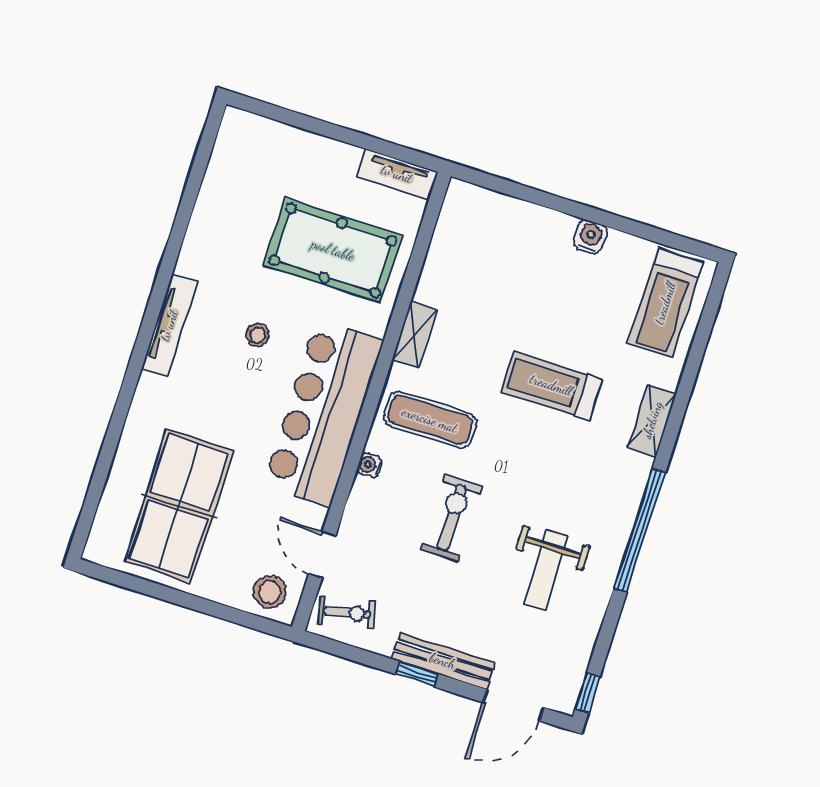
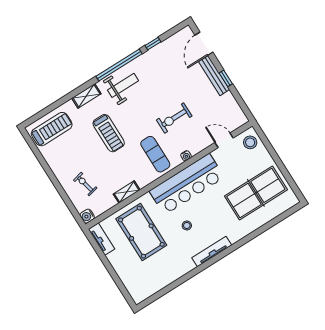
water cooler: (590, 237) -> (87, 216), moved
shelving: (414, 335) -> (127, 192), moved
door: (322, 555) -> (224, 140), swing flipped
weight bench: (546, 570) -> (123, 85), moved
exercise bike: (347, 613) -> (85, 184), moved
window: (587, 693) -> (153, 44), moved
door: (513, 705) -> (204, 44), swing flipped

